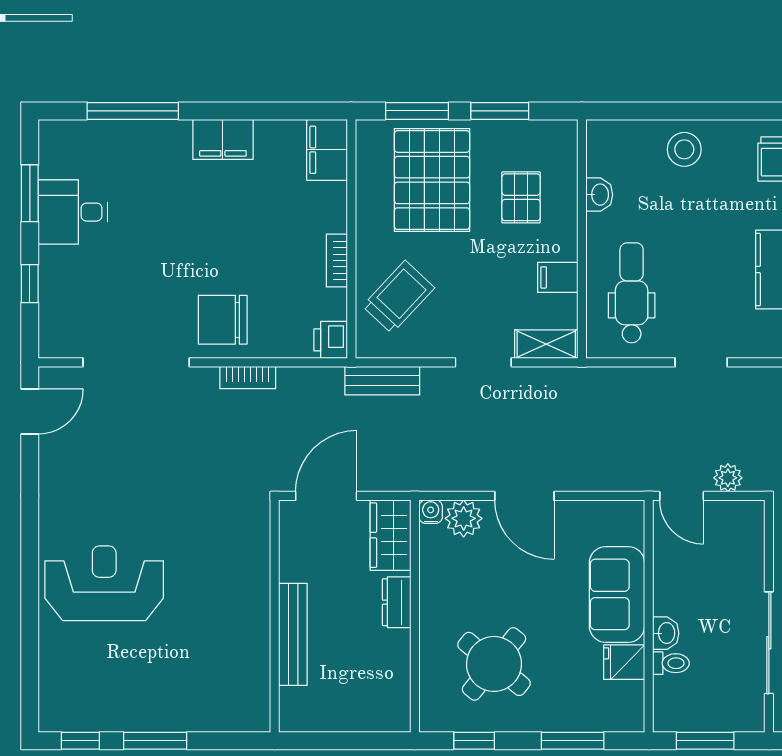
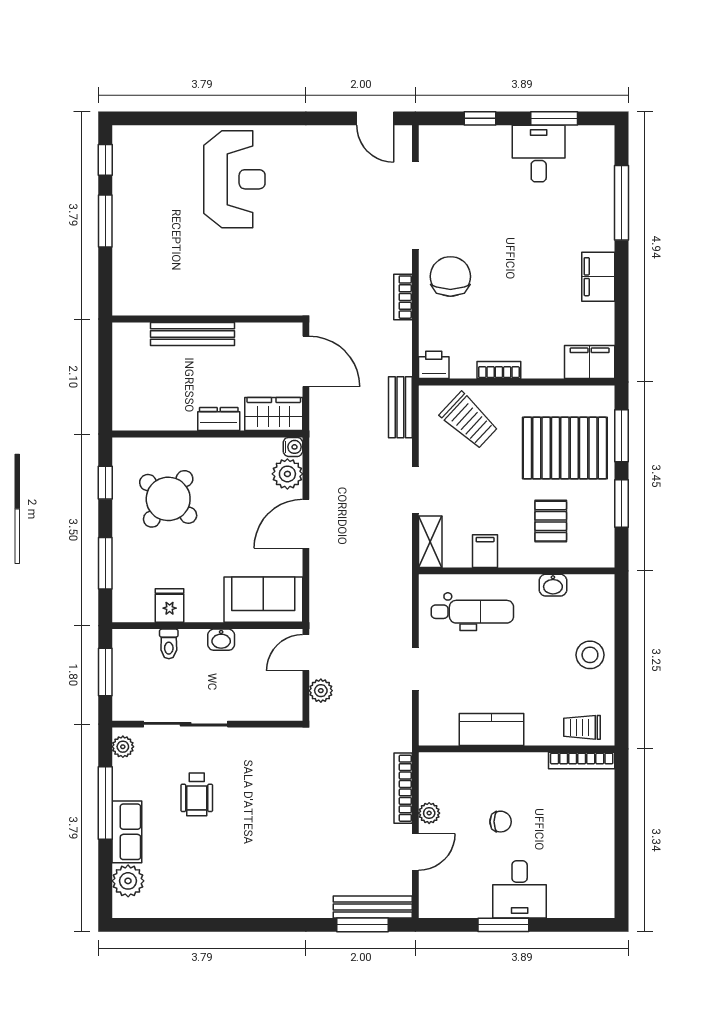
pallet: (521, 197) -> (551, 521), turned 90
sofa: (617, 594) -> (263, 600), moved
washbasin: (666, 633) -> (221, 640), moved

